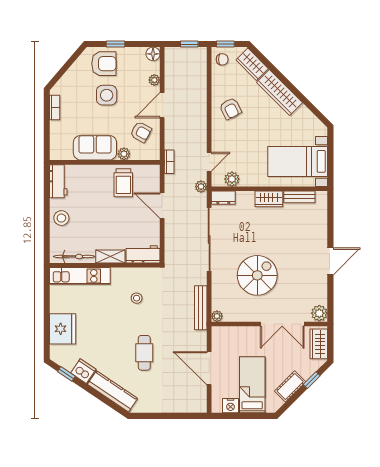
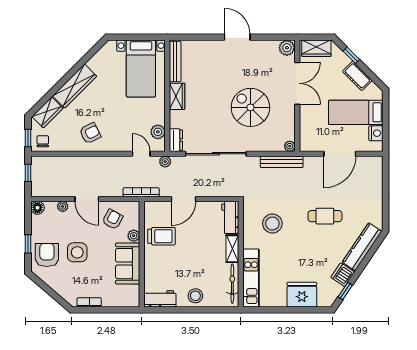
bookcase: (169, 162) -> (141, 192), width x1.56
bench: (299, 197) -> (175, 61), width x1.36
stool: (137, 298) -> (272, 224), width x1.89, depth x1.89

